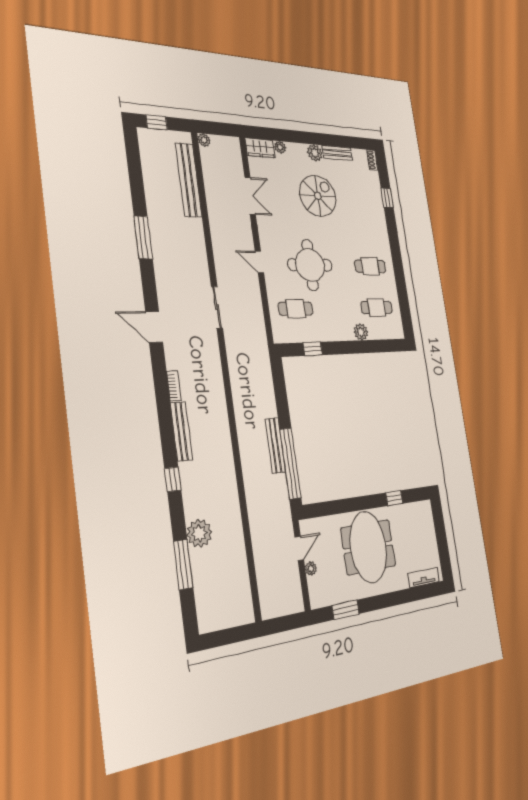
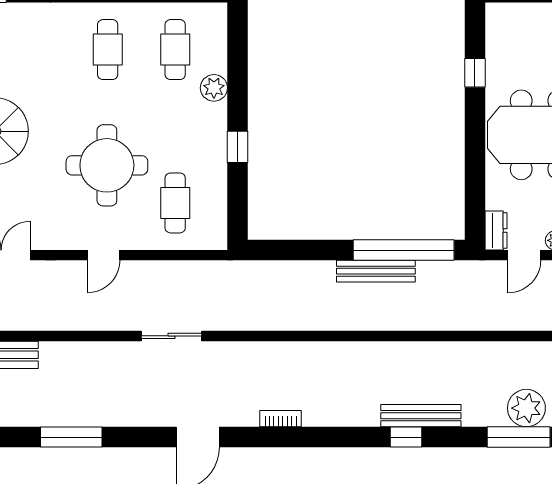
window: (313, 349) -> (237, 147), moved
bench: (181, 431) -> (421, 416), moved
dresser: (311, 526) -> (496, 231), added
plant: (199, 533) -> (526, 408), moved
door: (299, 548) -> (524, 255), swing flipped

